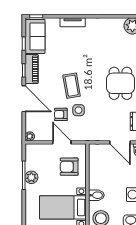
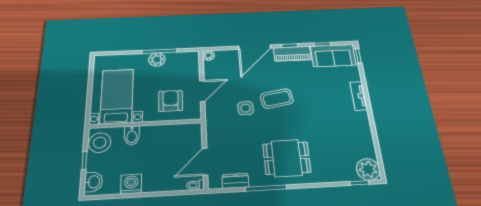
armchair: (61, 114) -> (238, 88), removed

